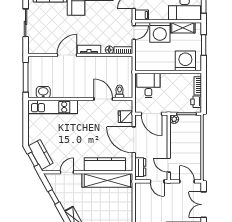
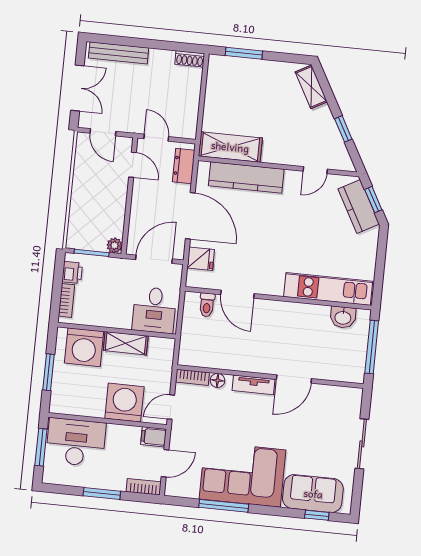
shelving: (183, 28) -> (126, 343), moved
door: (151, 114) -> (154, 259), hinge flipped
shelving: (107, 180) -> (230, 147), width x0.68

